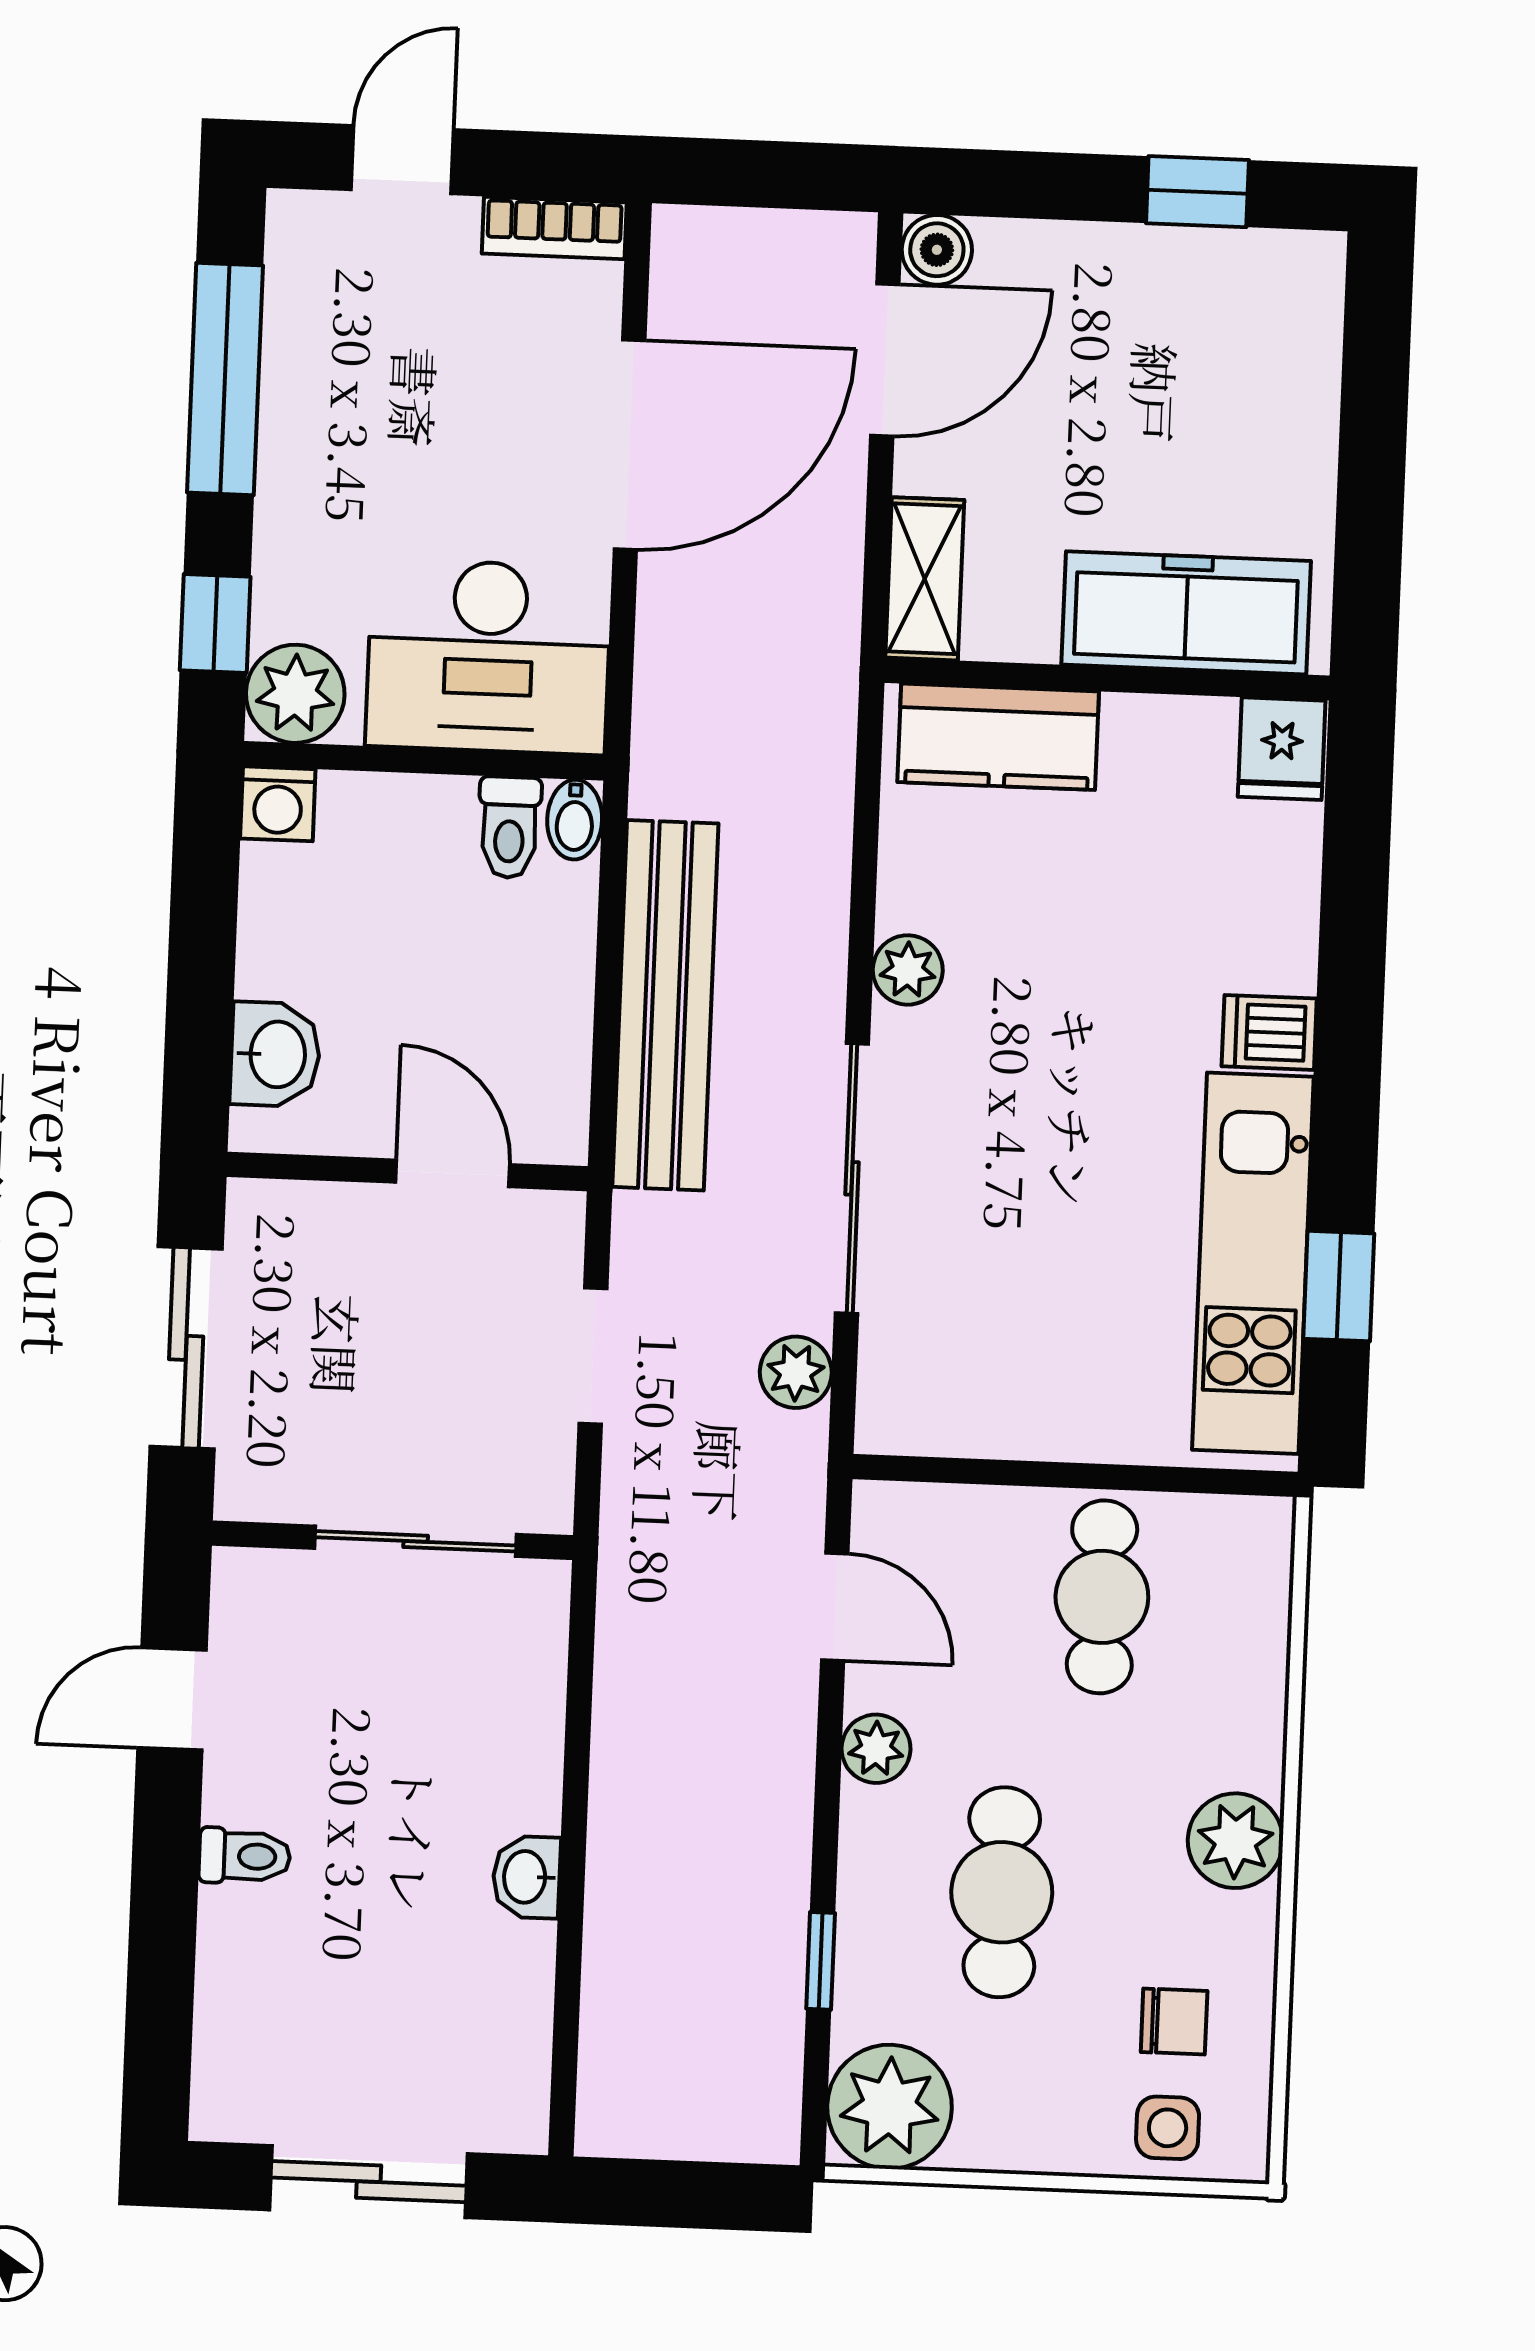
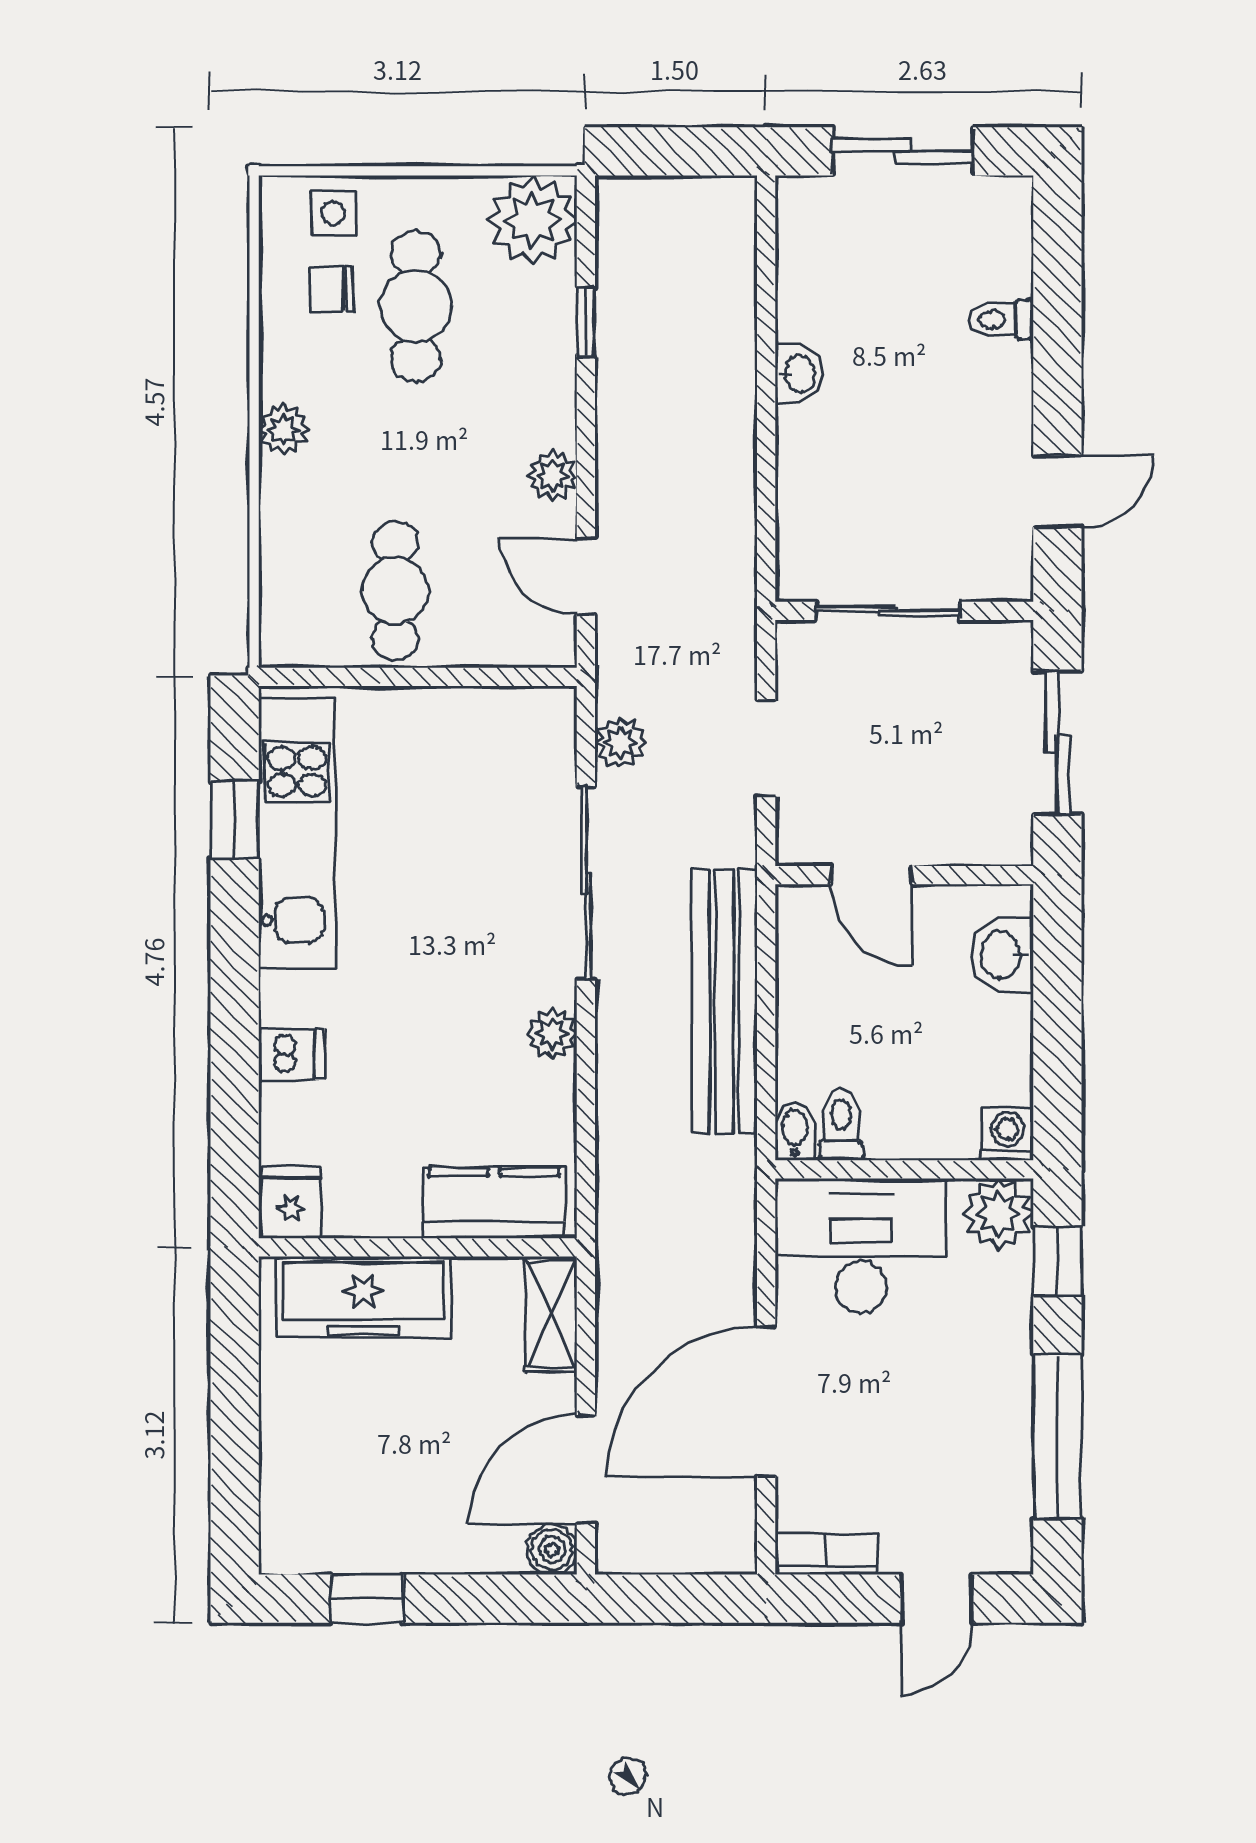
dishwasher: (1269, 1032) -> (292, 1054), moved
plant: (1235, 1841) -> (283, 429), width x0.73, depth x0.73
toilet: (244, 1856) -> (1001, 320), moved
cafe table: (1002, 1892) -> (416, 306), moved

